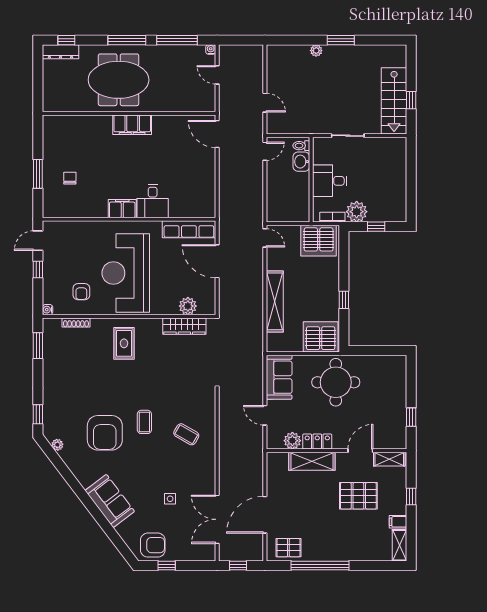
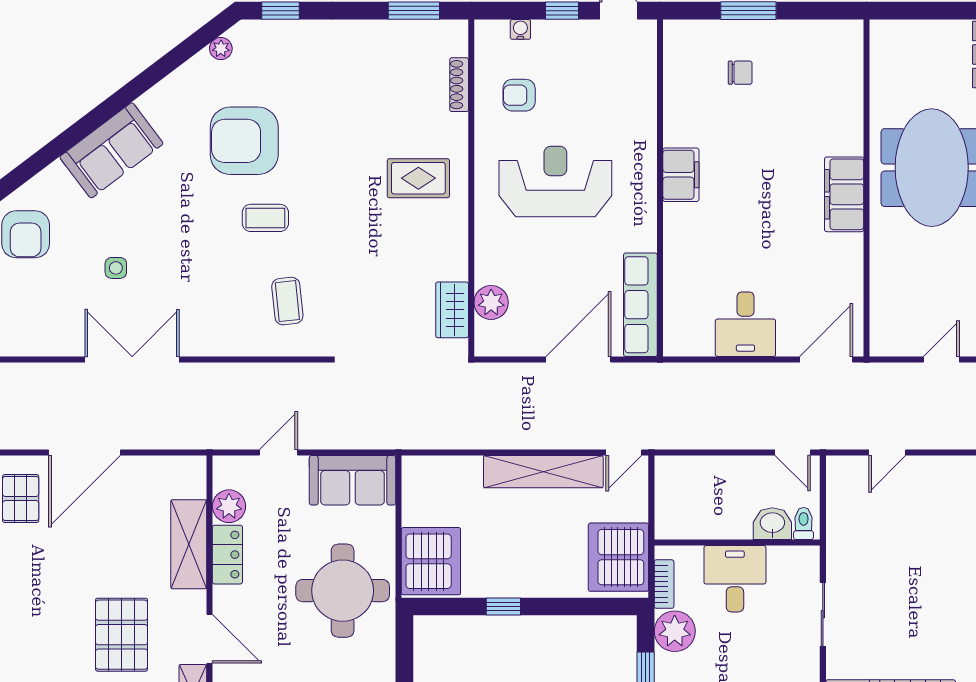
desk: (153, 201) -> (745, 324), moved, turned -90
reception desk: (126, 273) -> (555, 182), width x0.74, depth x0.77
shelving: (275, 301) -> (543, 472), moved
water cooler: (48, 310) -> (520, 29), moved
wardrobe: (184, 326) -> (452, 310), width x0.67
coffee table: (186, 434) -> (287, 301), moved, turned -36
door: (265, 515) -> (85, 452), swing flipped
double door: (217, 519) -> (132, 359), moved

